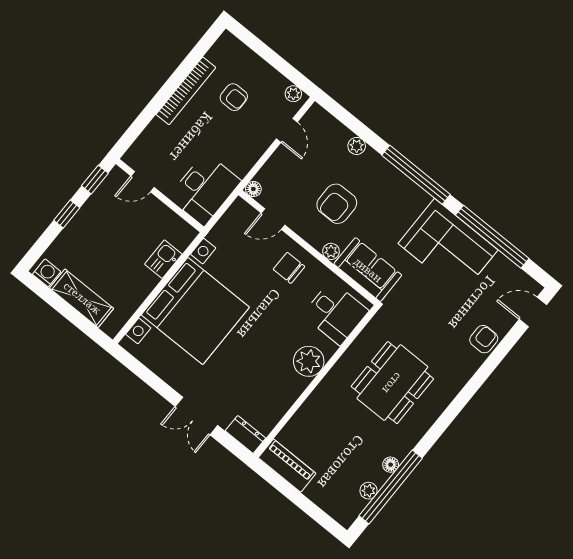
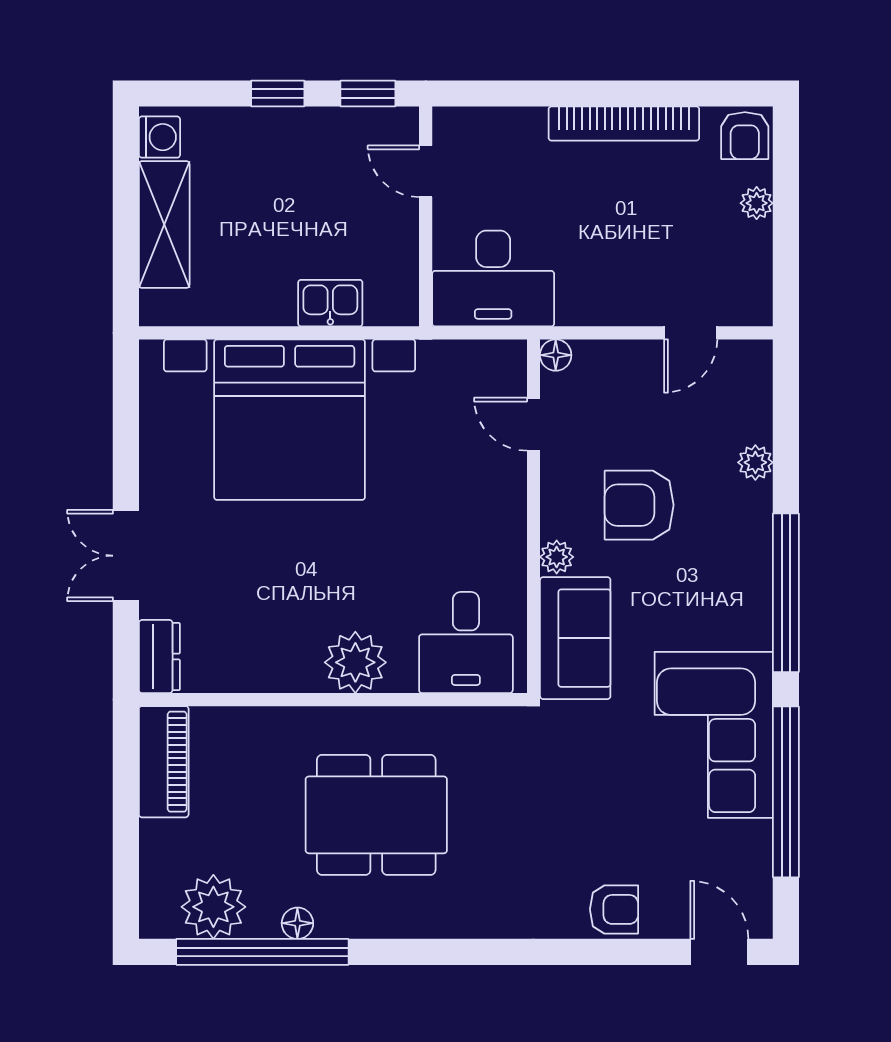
plant: (293, 94) -> (757, 203), moved
armchair: (234, 97) -> (745, 136), moved
chair: (289, 268) -> (477, 512), removed
dining table: (392, 383) -> (376, 815), moved
plant: (369, 491) -> (213, 907), width x1.88, depth x1.88

